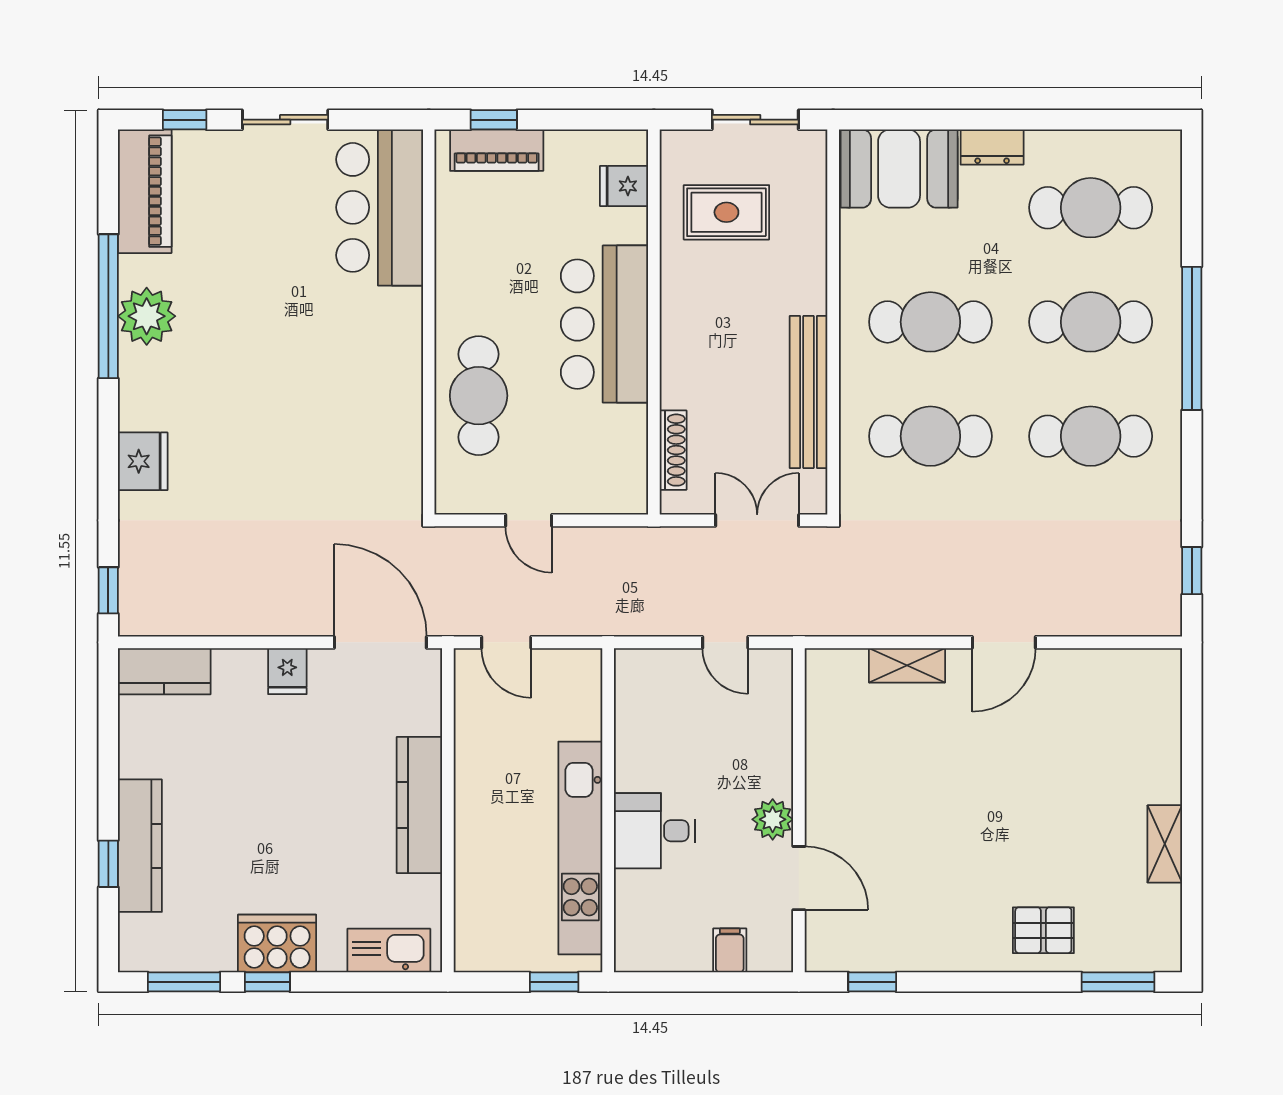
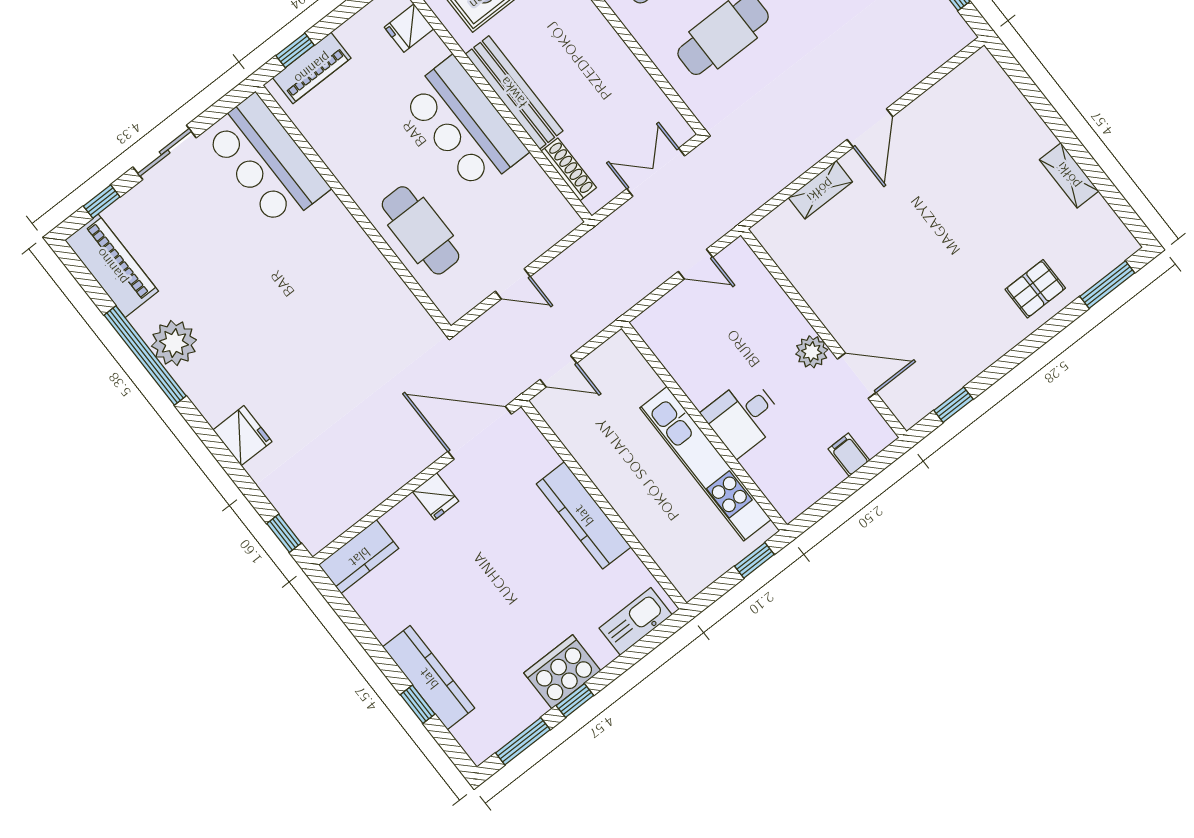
bench: (809, 392) -> (514, 92), moved

